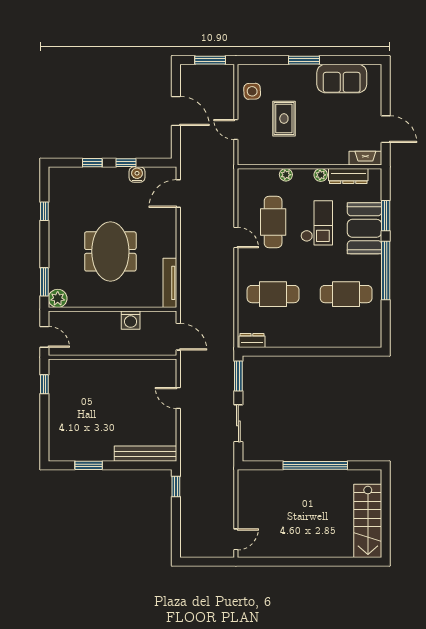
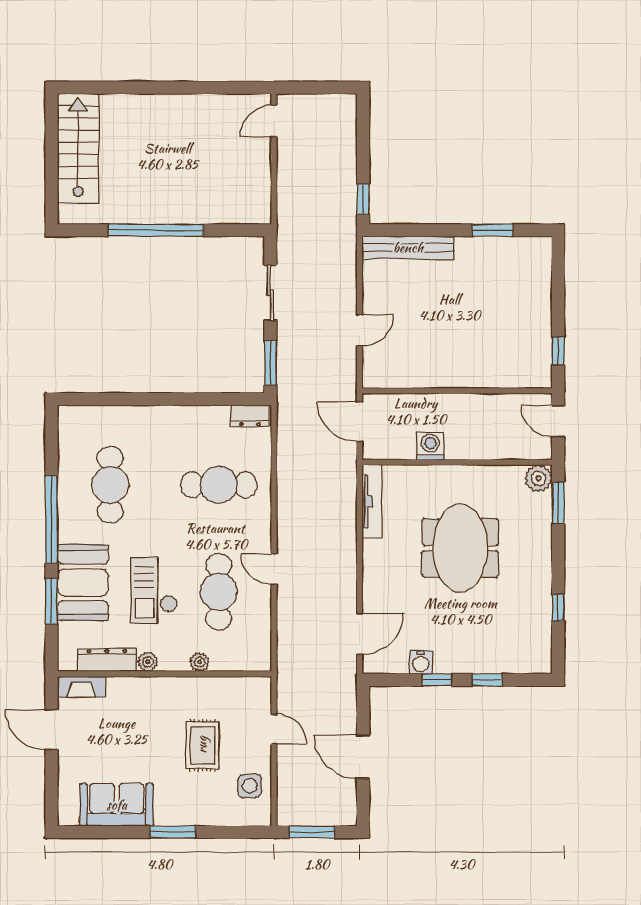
cafe table: (346, 294) -> (110, 485), turned 90
door: (178, 398) -> (360, 330), hinge flipped

